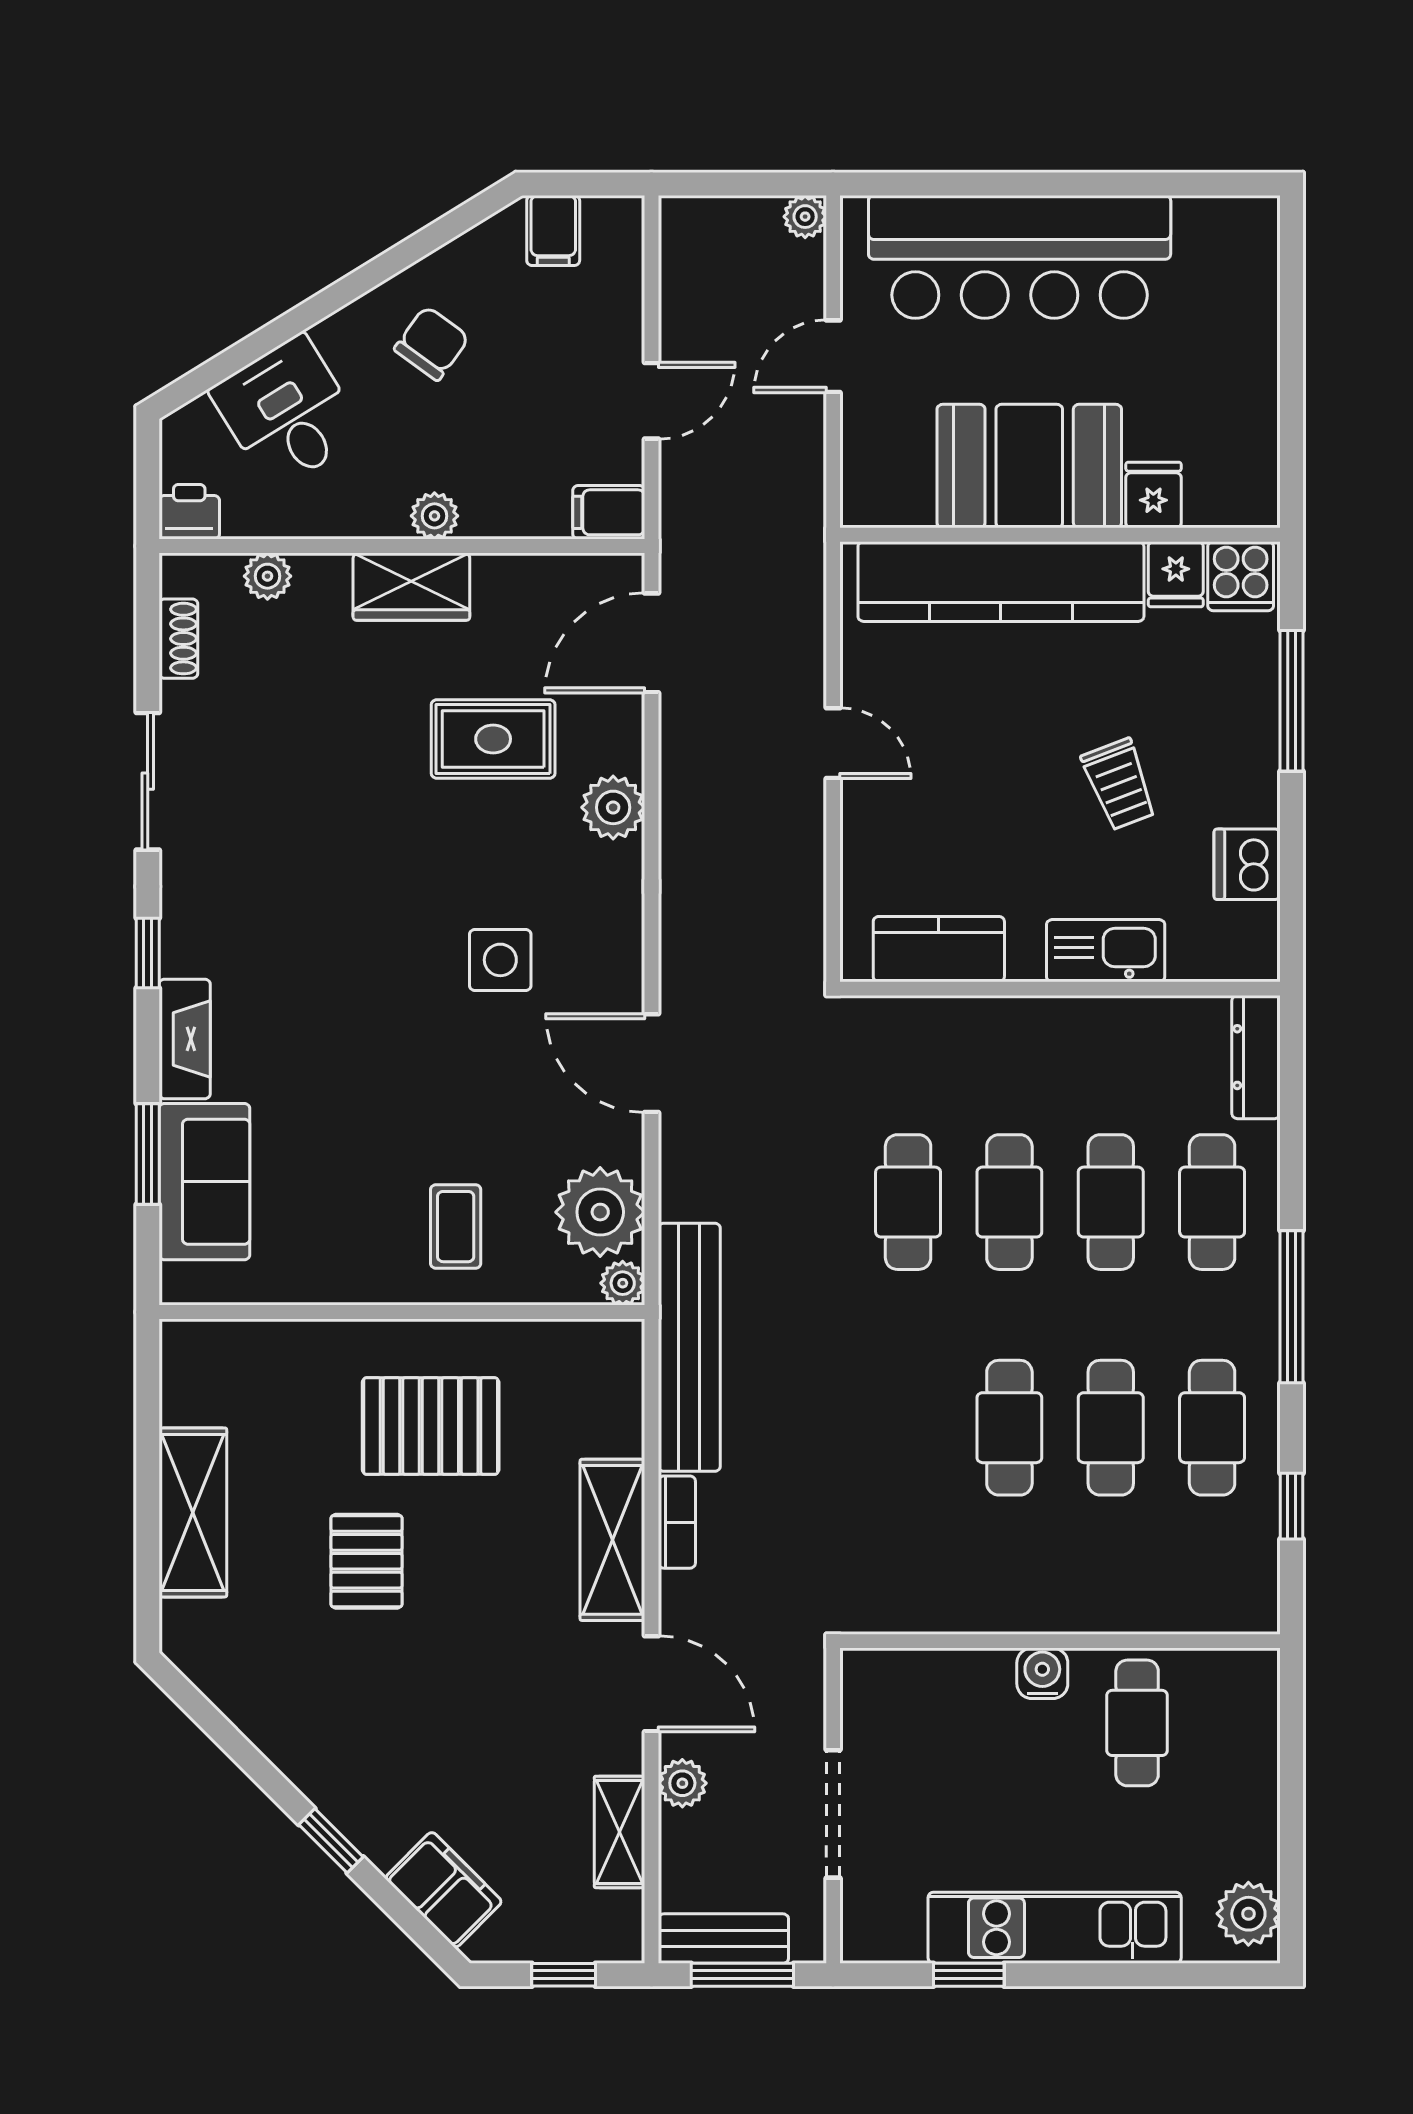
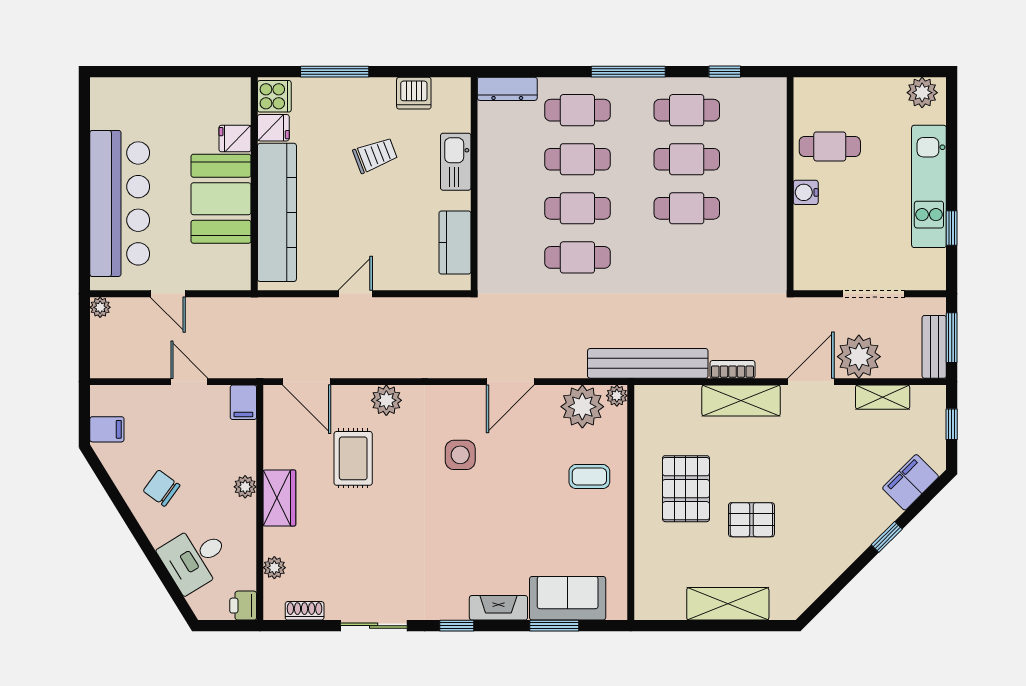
plant: (682, 1783) -> (859, 357), width x1.88, depth x1.88

